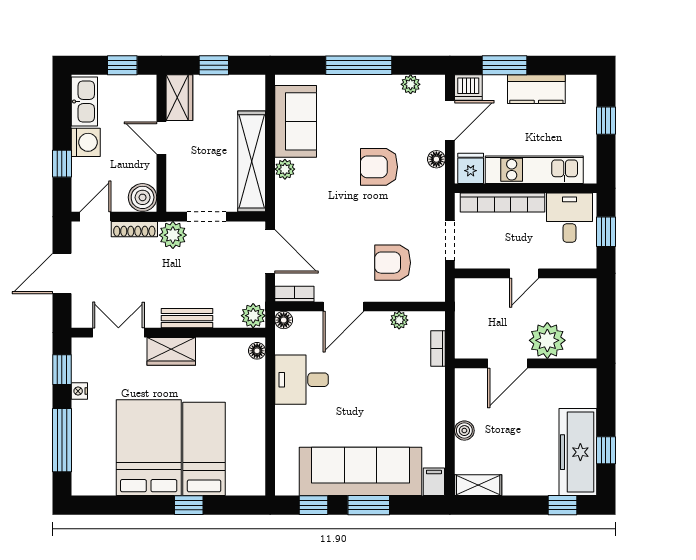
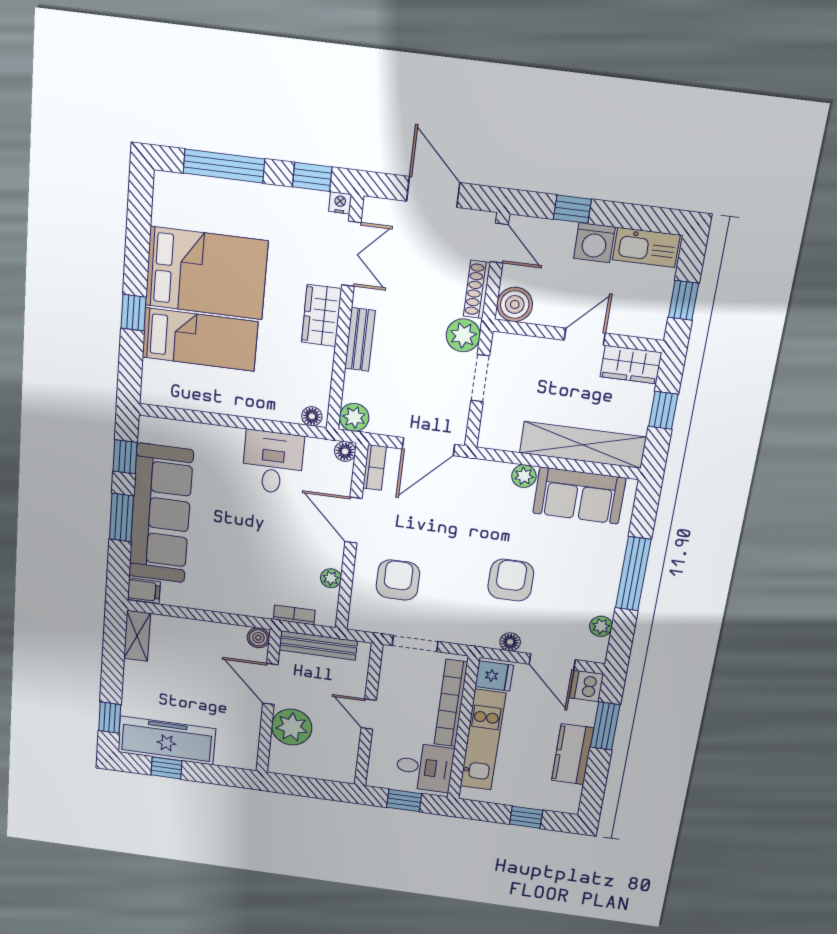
shelving: (252, 161) -> (583, 445), moved
bench: (464, 325) -> (318, 646), added
nightstand: (79, 391) -> (340, 203), moved
boiler: (464, 431) -> (258, 638), moved

